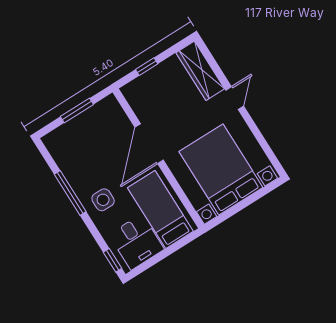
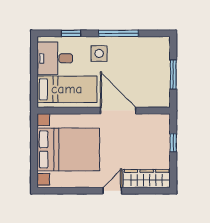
door: (235, 98) -> (112, 191), swing flipped
window: (113, 260) -> (71, 33), moved

